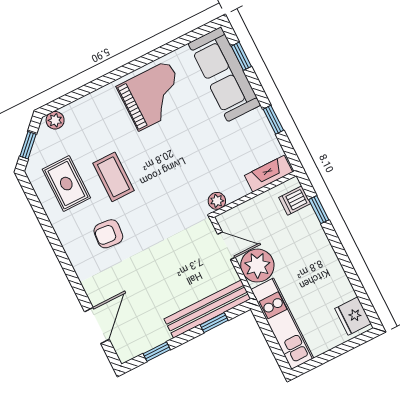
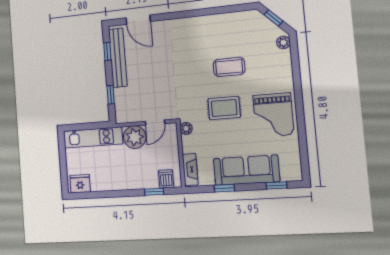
sofa: (224, 74) -> (246, 170), moved
rug: (66, 184) -> (224, 108), moved
armchair: (108, 234) -> (193, 49), removed
bench: (207, 309) -> (118, 58), moved

